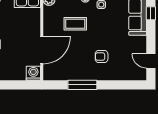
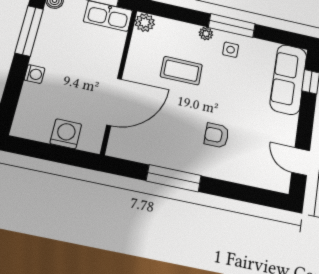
washing machine: (33, 73) -> (66, 134), moved

